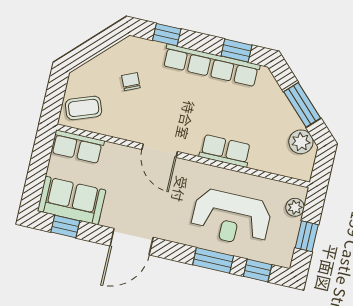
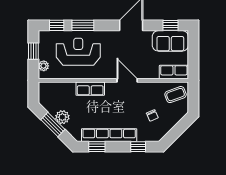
plant: (301, 142) -> (62, 117), moved

